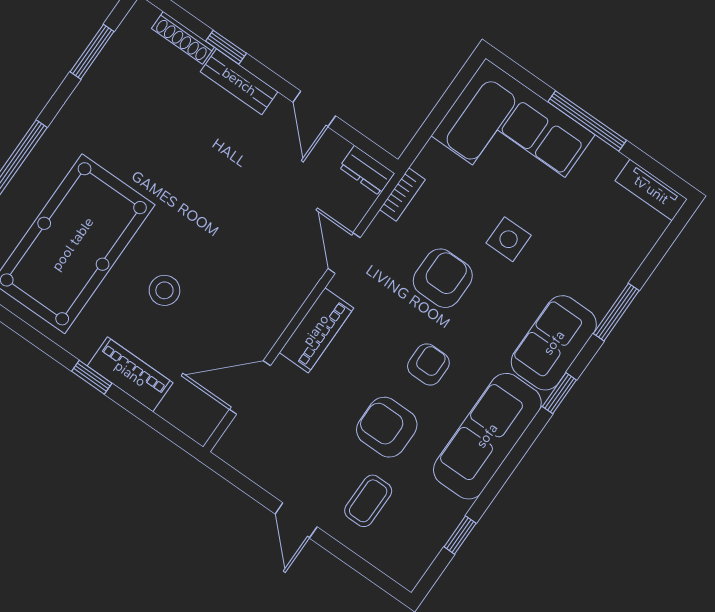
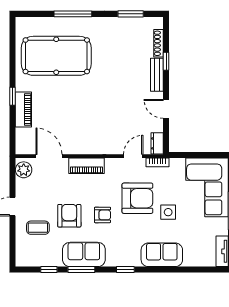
door: (314, 109) -> (166, 109), hinge flipped
door: (344, 253) -> (133, 156), moved
armchair: (443, 278) -> (137, 198), width x1.36, depth x1.36
stool: (164, 290) -> (62, 101), removed
window: (616, 312) -> (81, 270), moved
sofa: (554, 343) -> (162, 255), moved
sofa: (487, 436) -> (84, 254), width x0.73
plant: (242, 452) -> (24, 170), added

